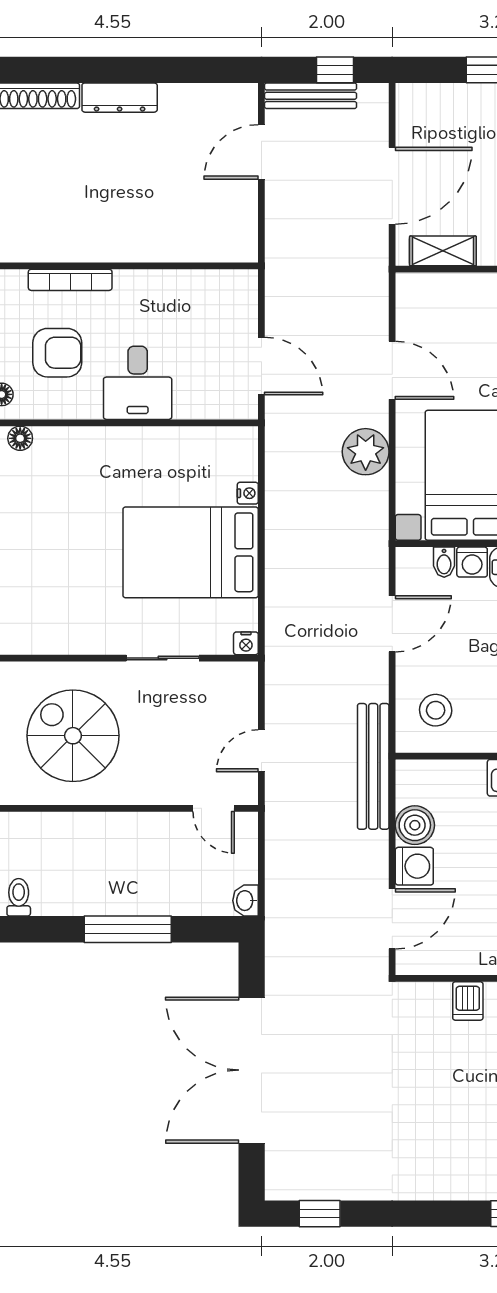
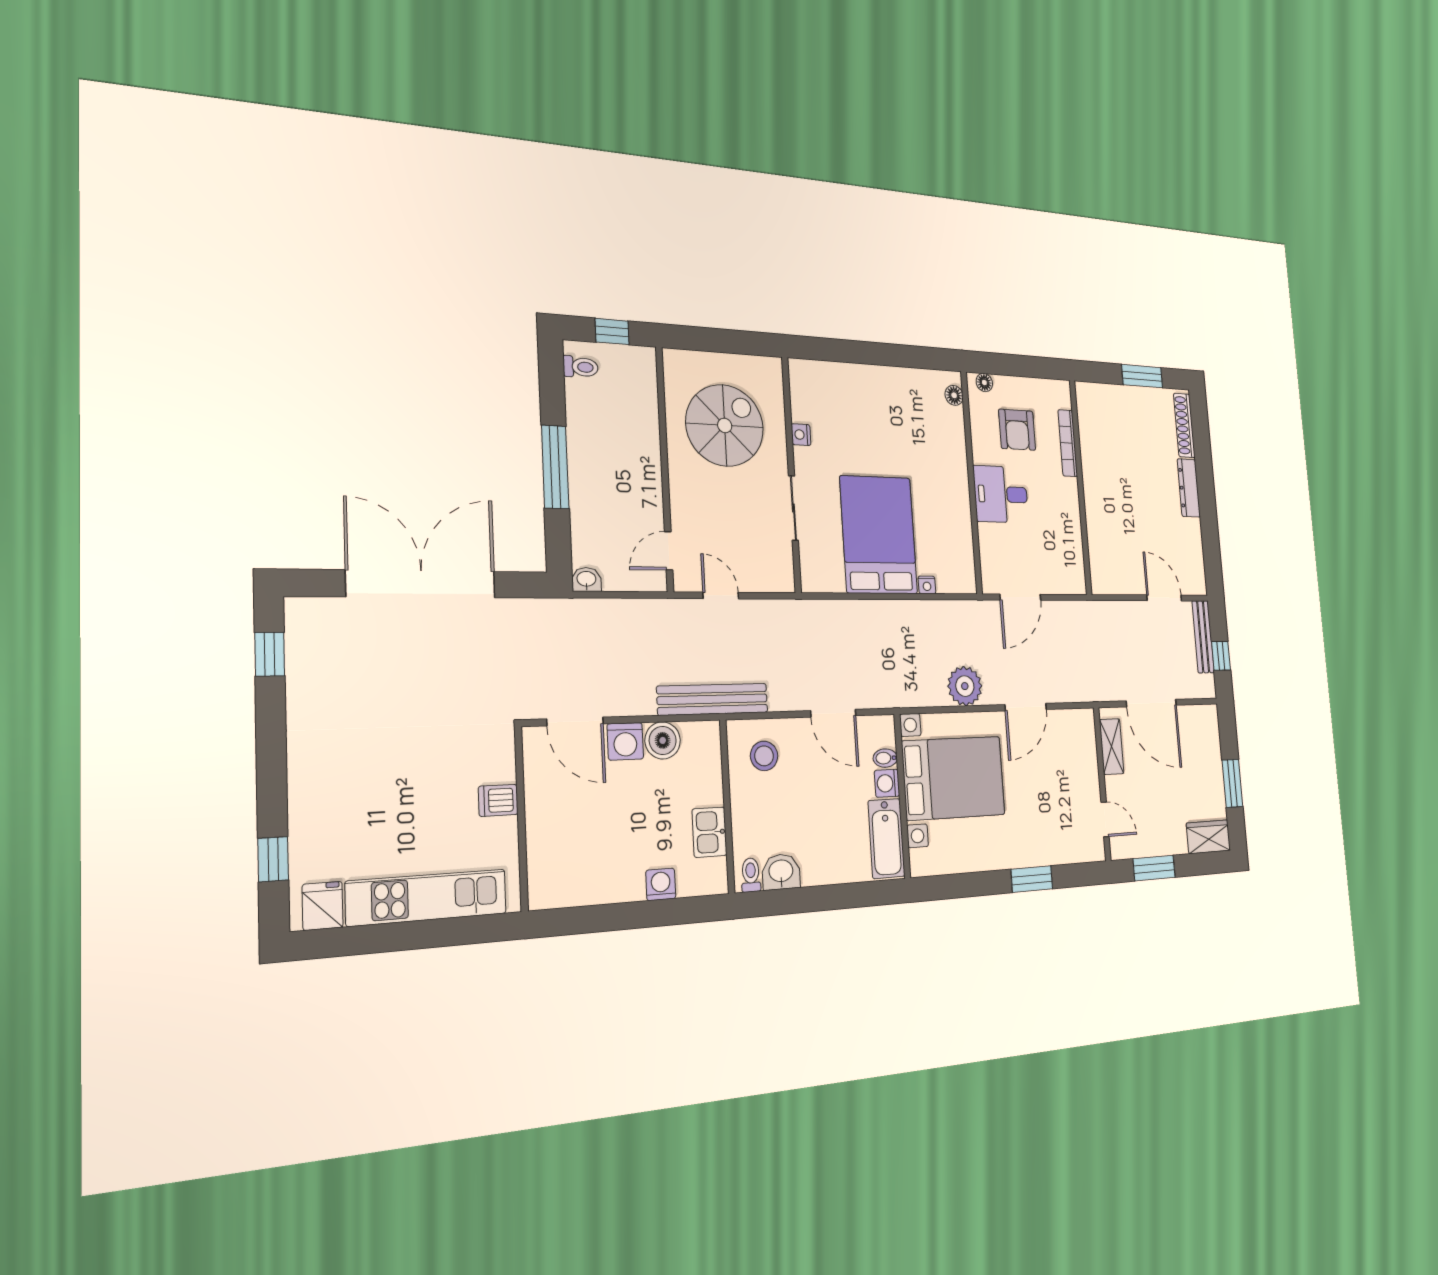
nightstand: (246, 643) -> (801, 435), moved

